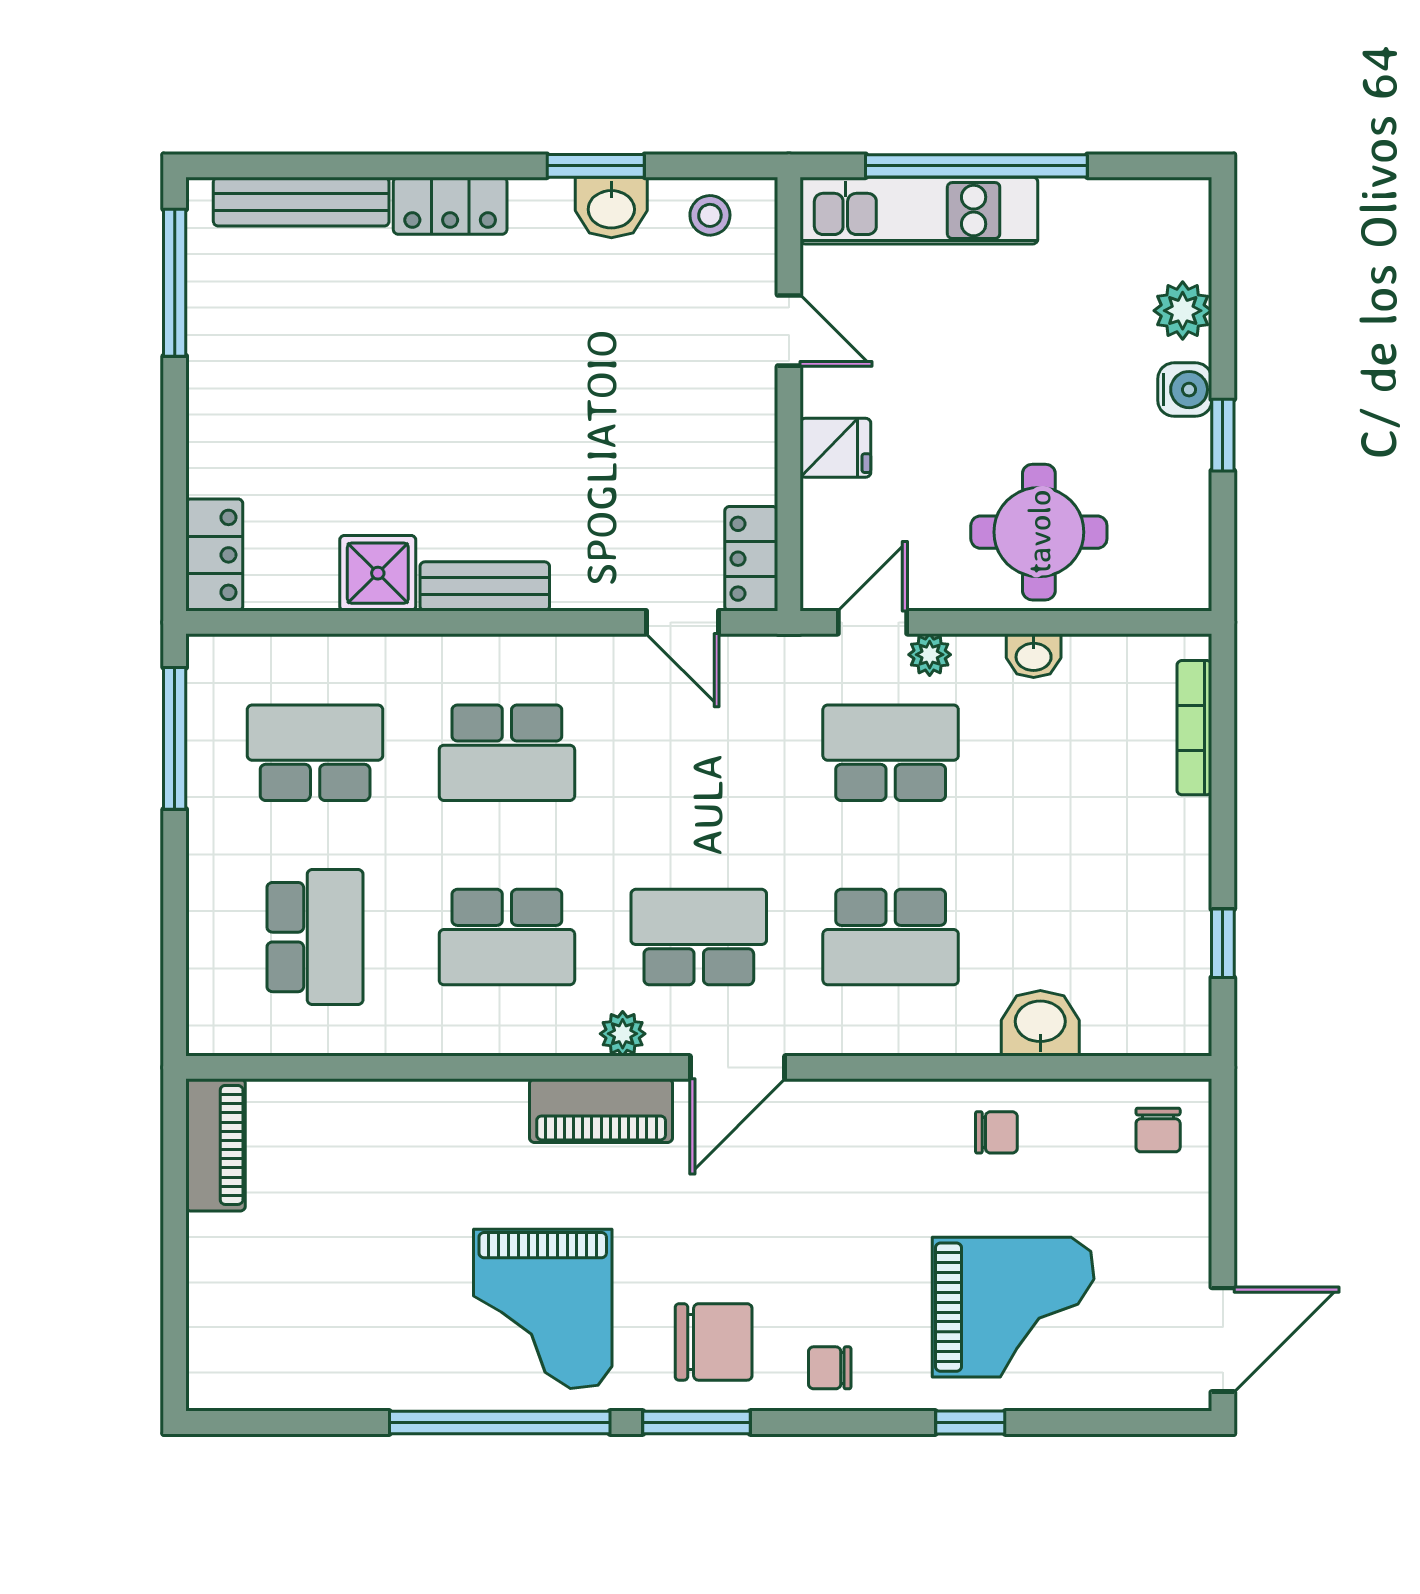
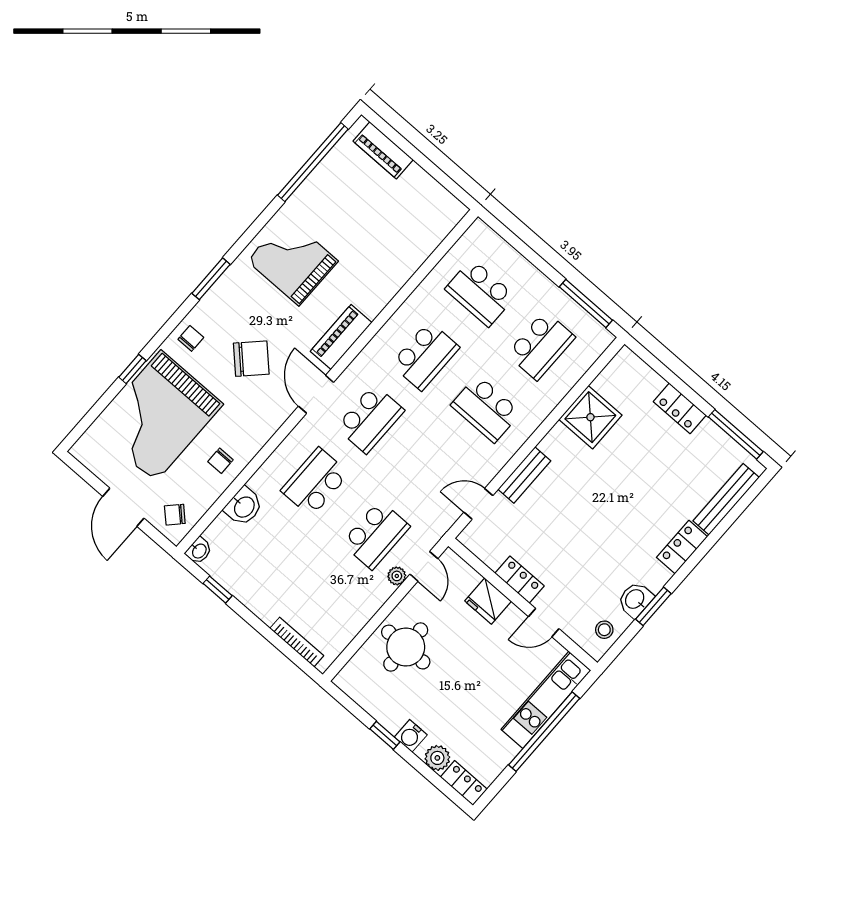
locker: (1186, 227) -> (464, 783), added
fridge: (835, 448) -> (488, 601), width x1.38
locker: (214, 555) -> (680, 408), moved
locker: (751, 559) -> (519, 580), moved
shower: (378, 573) -> (590, 417), width x1.36, depth x1.36
bench: (485, 586) -> (524, 475), moved
washbasin: (1034, 656) -> (199, 551), moved, turned 180
school desk: (507, 753) -> (486, 409), turned -90
school desk: (507, 937) -> (425, 356), turned 180
plant: (623, 1034) -> (360, 366), removed
chair: (1158, 1130) -> (175, 515), turned -46
piano: (216, 1145) -> (383, 150), moved
grand piano: (1013, 1307) -> (158, 416), width x1.37, depth x1.48
door: (1223, 1340) -> (123, 507), moved
chair: (714, 1342) -> (251, 359), moved, turned -135
window: (500, 1423) -> (313, 162), moved

